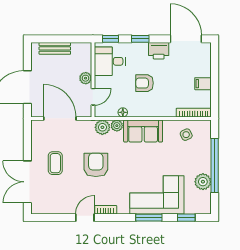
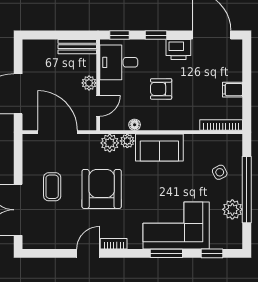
bench: (55, 48) -> (77, 47), moved
side table: (186, 135) -> (220, 172), moved
armchair: (96, 165) -> (102, 189), width x1.36, depth x1.36

